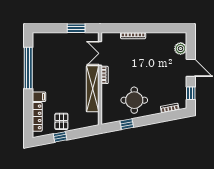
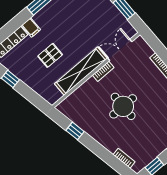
round table: (134, 100) -> (123, 106), moved
pallet: (61, 121) -> (50, 55), moved

